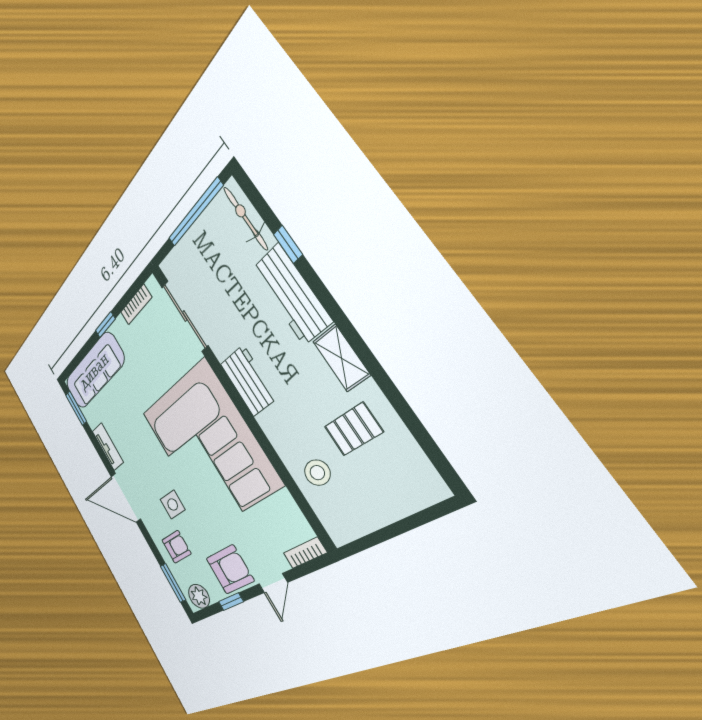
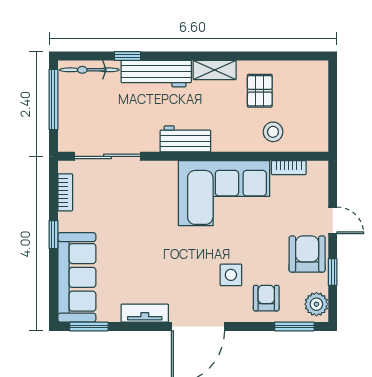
corner sofa: (208, 446) -> (224, 193), width x0.73, depth x0.74
bookcase: (305, 553) -> (289, 168), moved, turned -90

